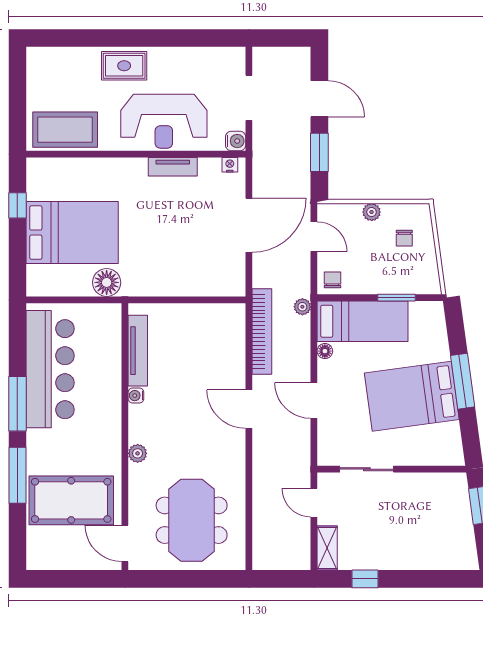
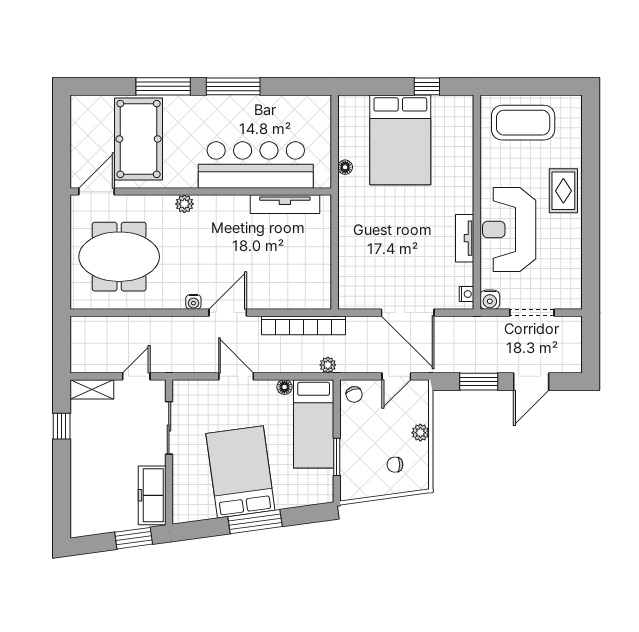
coffee table: (65, 130) -> (523, 123), moved, turned 90
chair: (333, 280) -> (354, 394), turned 73
floor lamp: (107, 282) -> (345, 167), width x0.53, depth x0.53
bar counter: (50, 369) -> (256, 165), moved, turned 180
water cooler: (136, 396) -> (193, 302), moved, turned 180
door: (314, 400) -> (236, 376), hinge flipped
freezer: (436, 487) -> (152, 495), added

